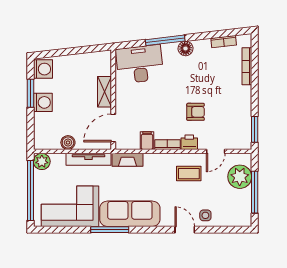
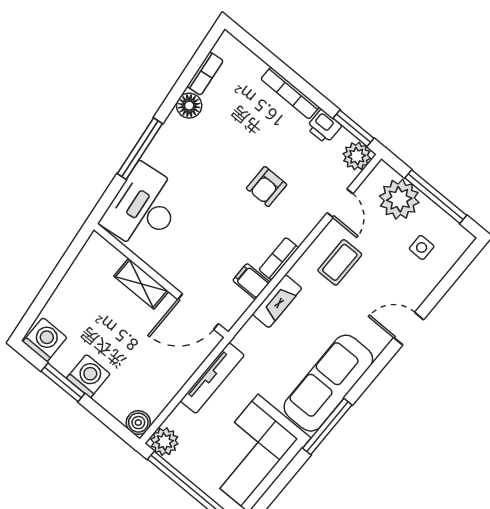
floor lamp: (185, 48) -> (189, 106), moved
bookcase: (247, 66) -> (290, 93), moved
armchair: (196, 112) -> (267, 187), turned 180
door: (113, 128) -> (198, 312), hinge flipped
plant: (243, 141) -> (357, 156), added
printer: (189, 142) -> (324, 127), moved, turned -90
boiler: (68, 143) -> (138, 423), moved
fireplace: (127, 160) -> (277, 301), moved
side table: (205, 215) -> (422, 247), moved

